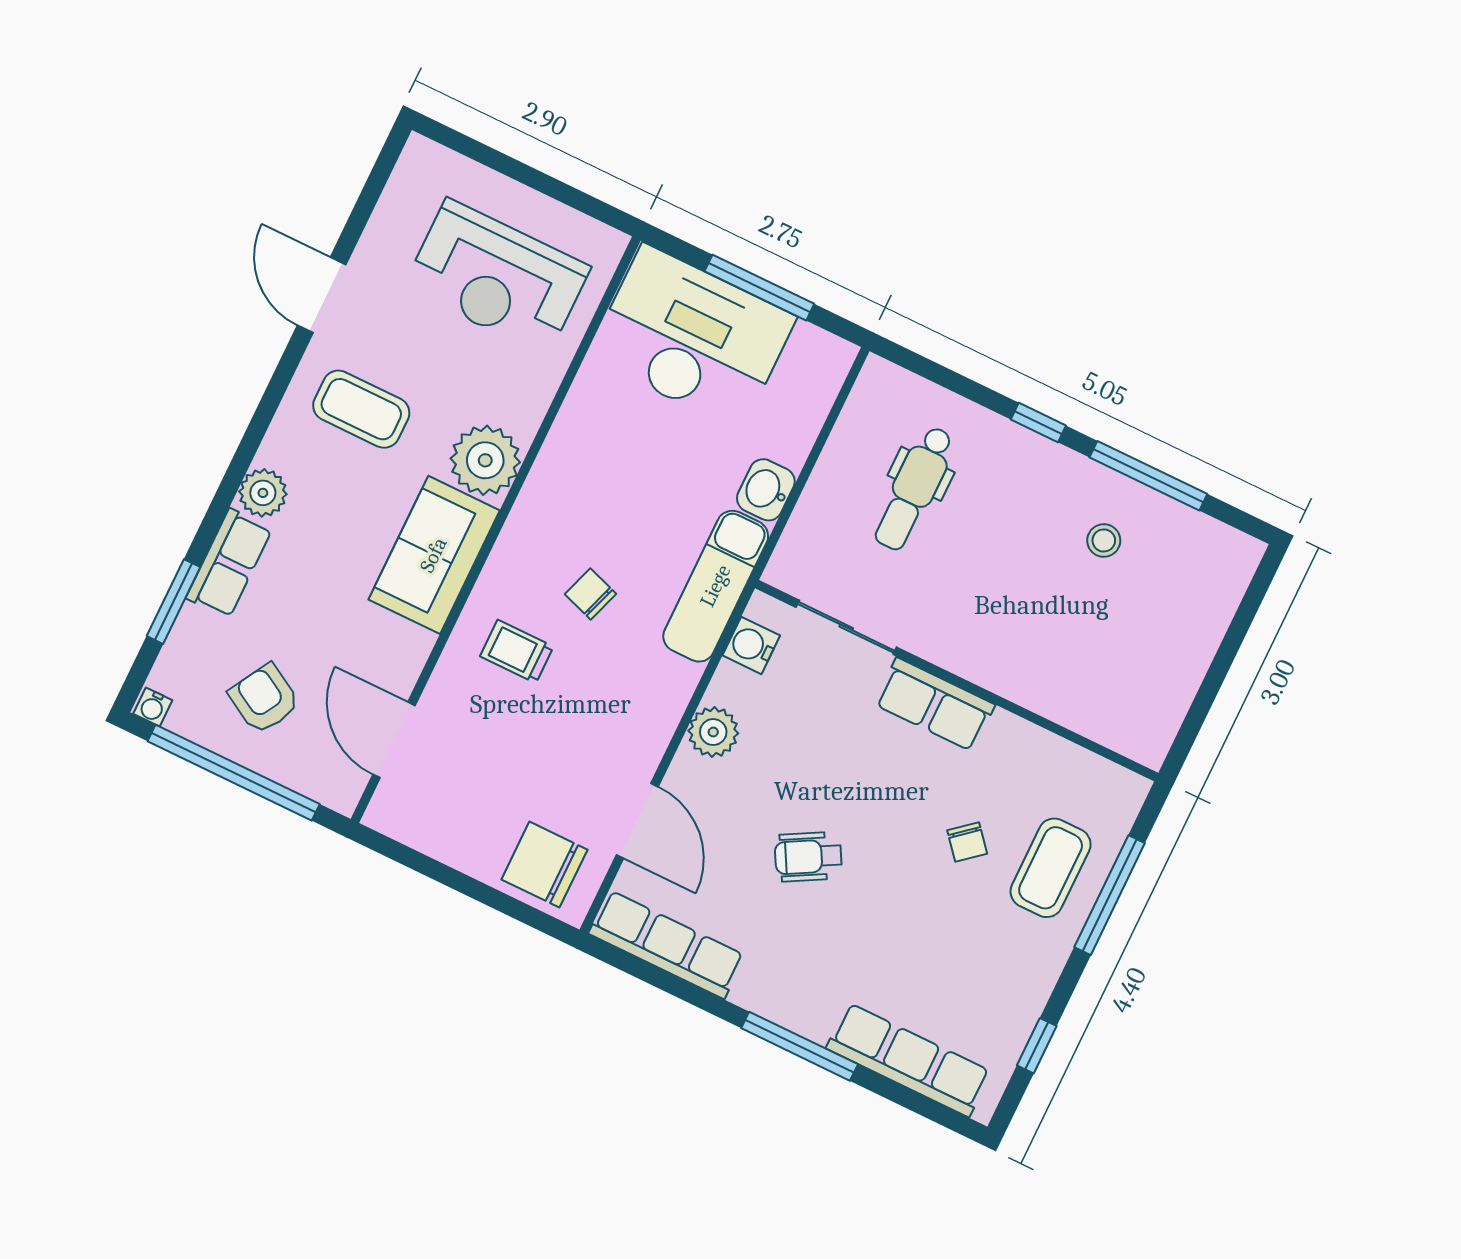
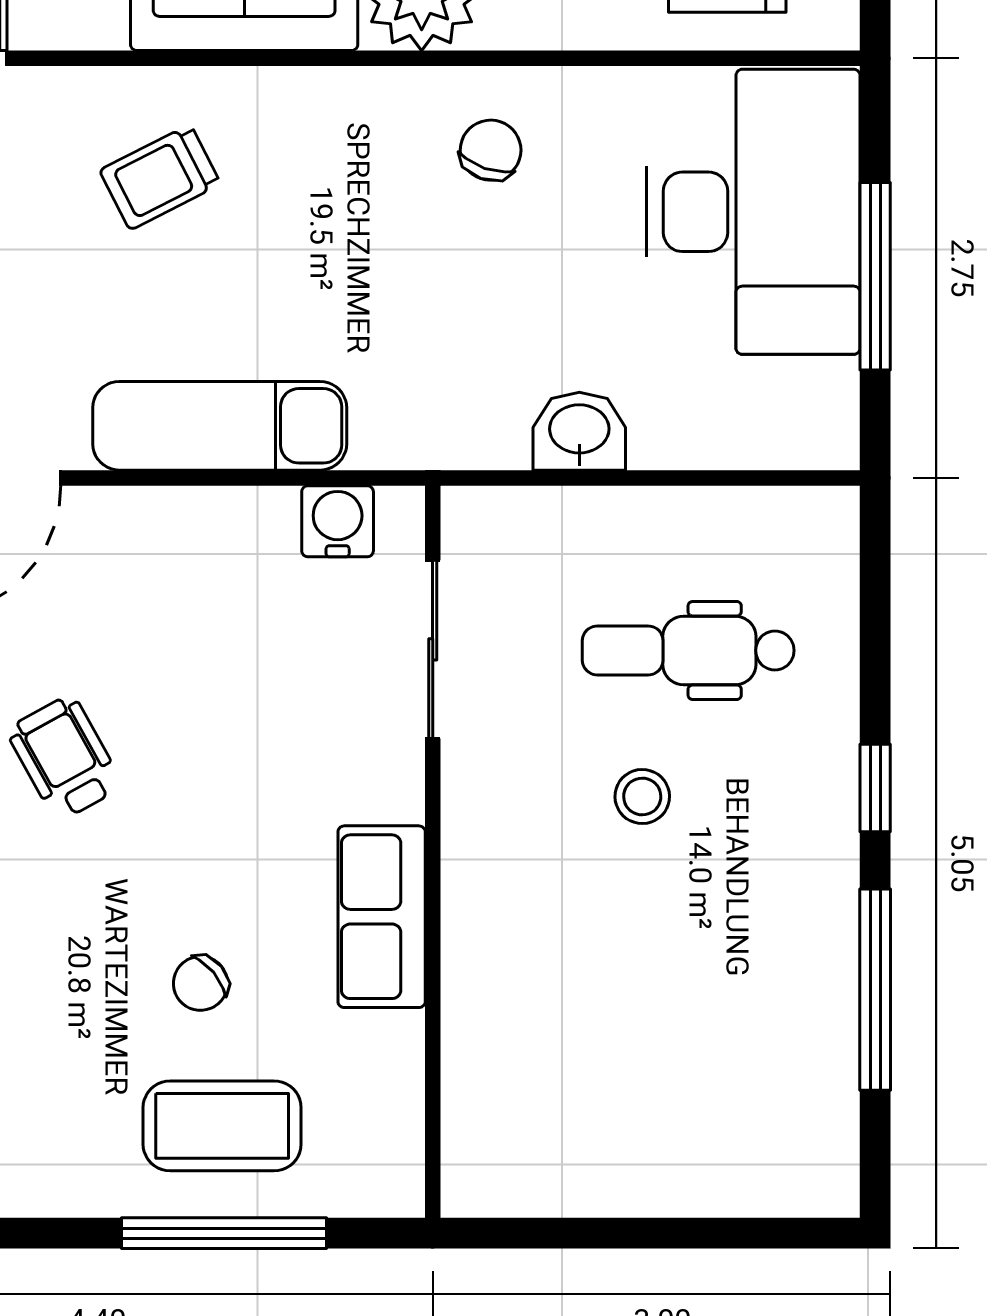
stool: (1104, 540) -> (642, 797), moved
exam couch: (716, 586) -> (220, 426), moved
chair: (591, 594) -> (491, 150), moved
trolley: (517, 651) -> (160, 177), turned -117
row of seats: (935, 704) -> (382, 917), moved
plant: (713, 732) -> (182, 527), removed

